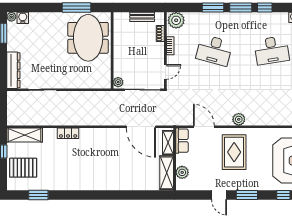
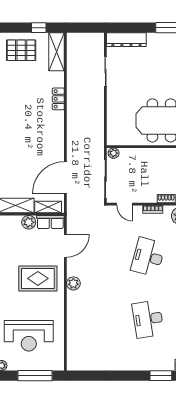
pallet: (23, 168) -> (21, 50), turned 90
plant: (182, 172) -> (29, 222), moved

